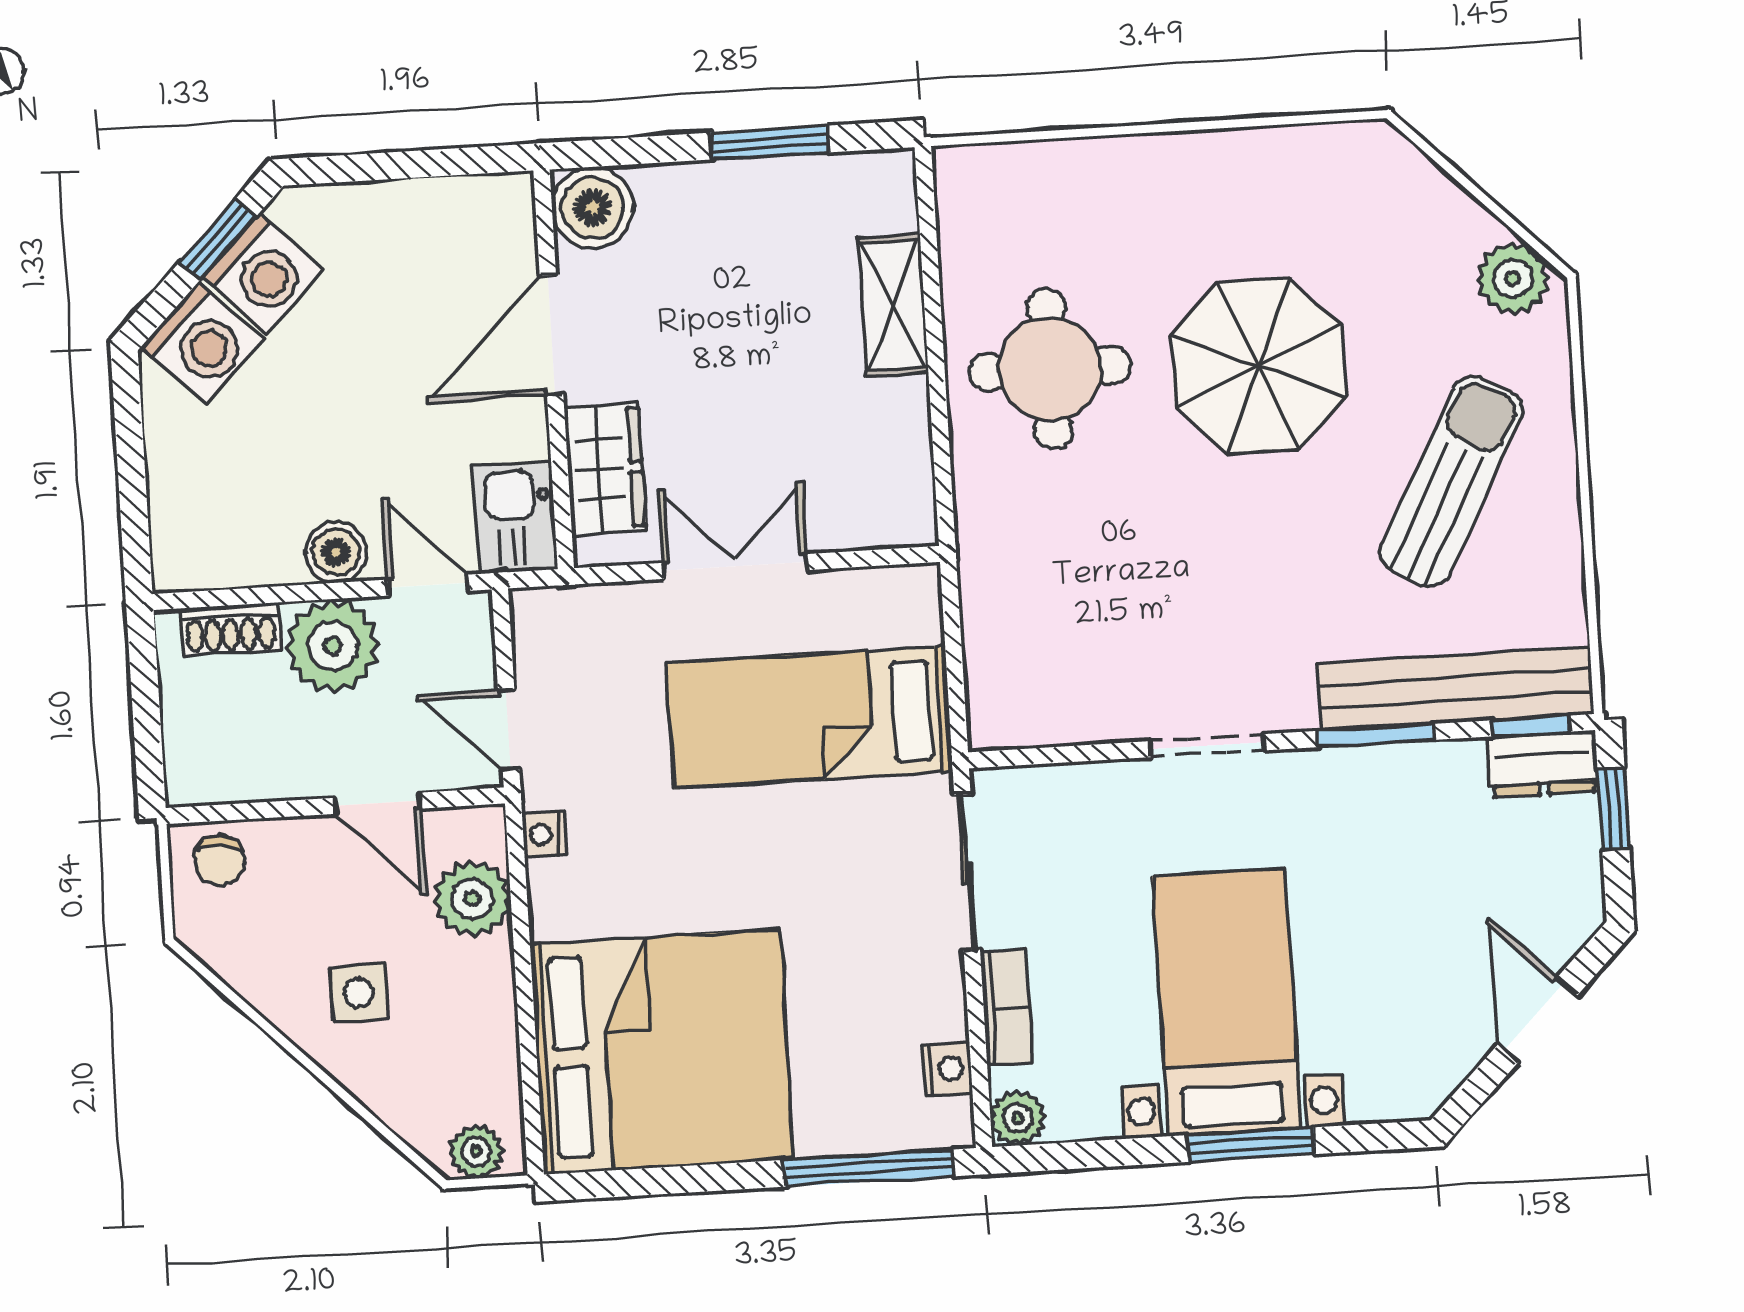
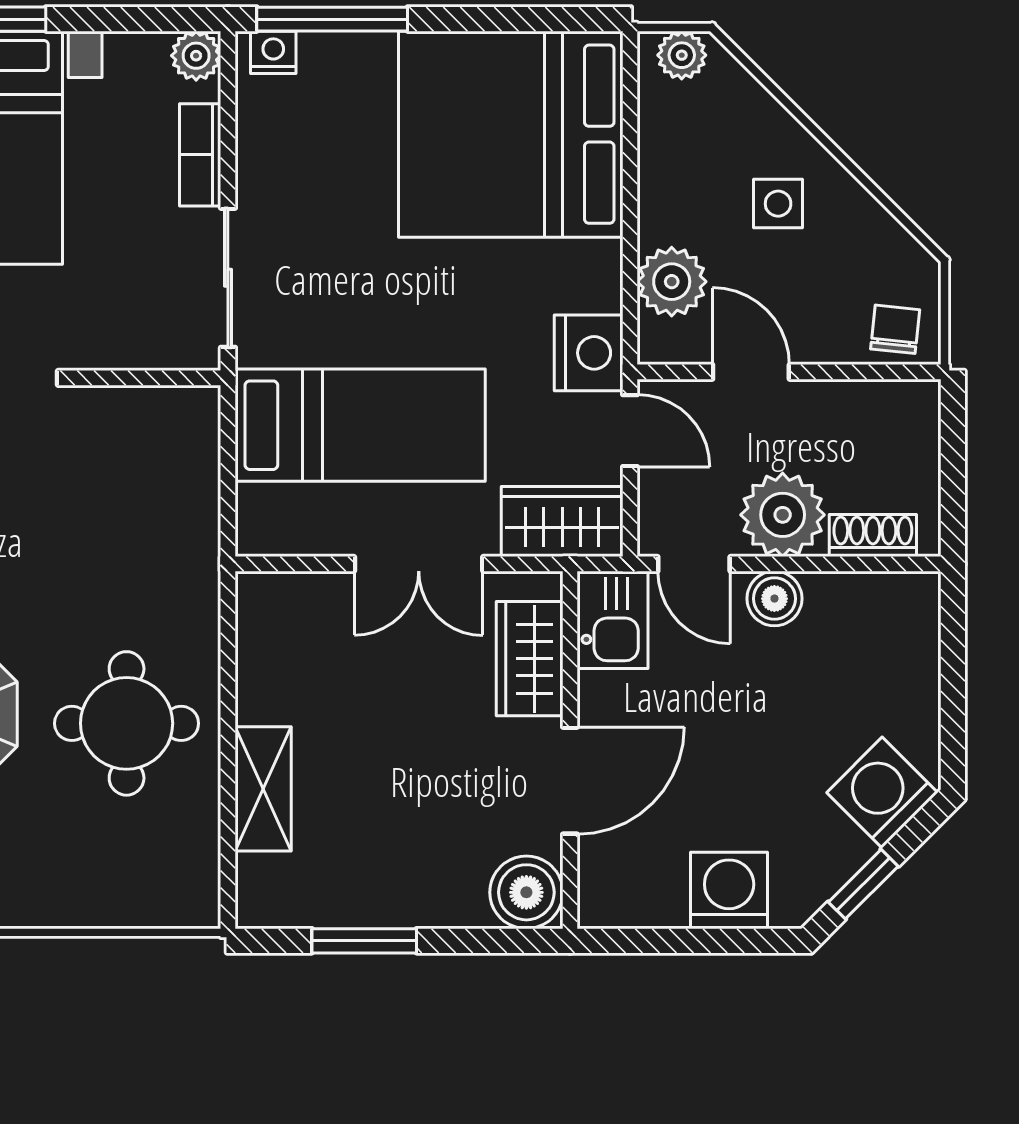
washing machine: (263, 273) -> (729, 890), moved, turned 45
wardrobe: (578, 623) -> (562, 522), added
nightstand: (544, 834) -> (589, 353), width x1.89, depth x1.79
nightstand: (947, 1069) -> (273, 52), moved, turned 90

